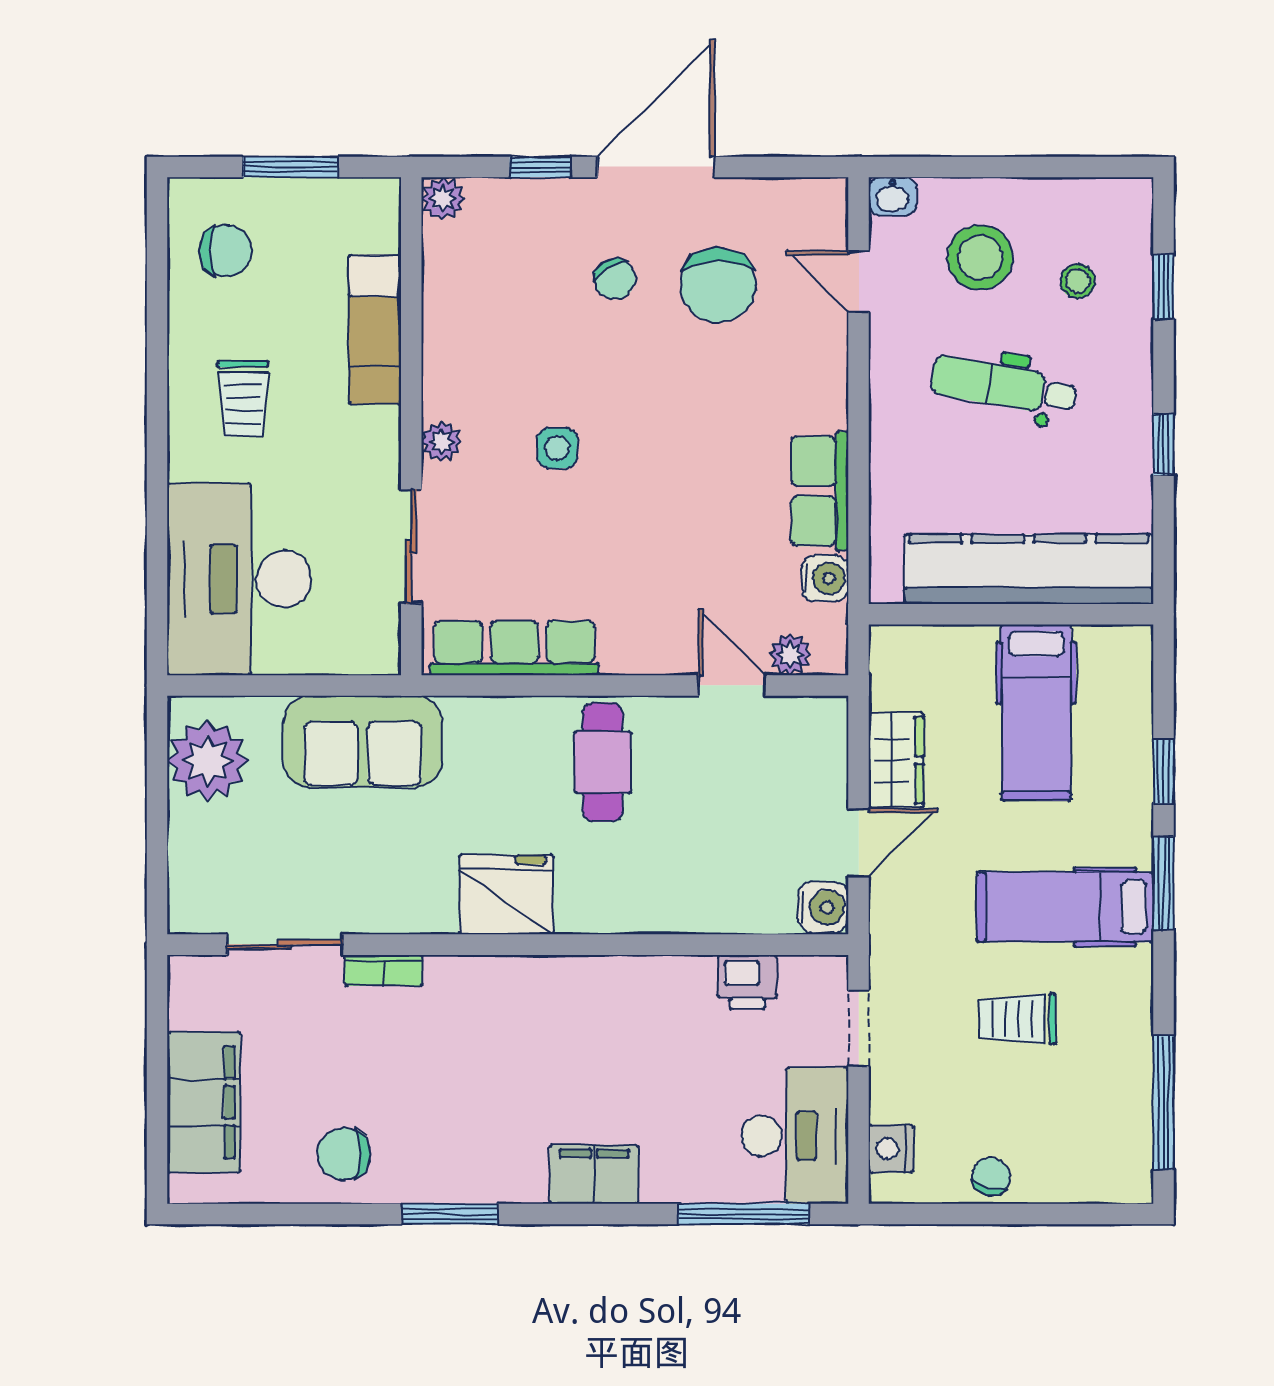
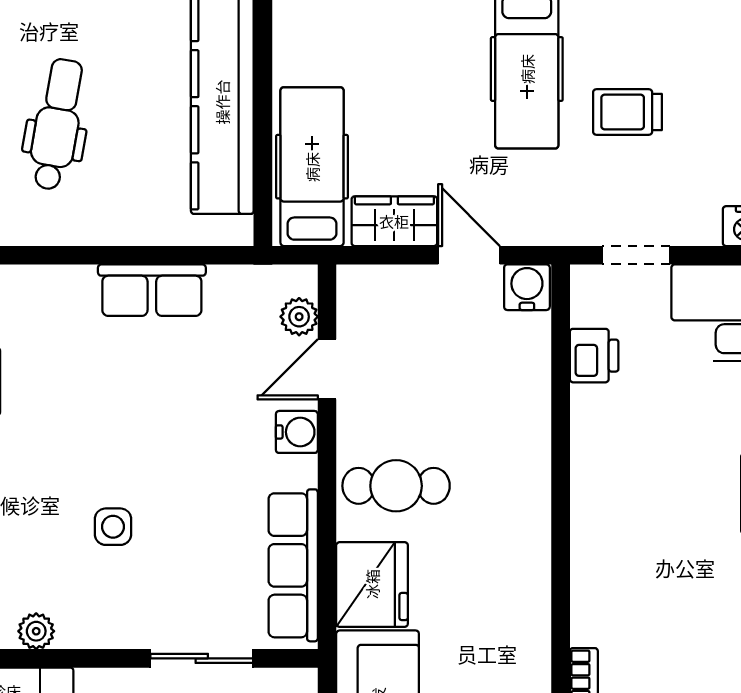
dental chair: (1004, 386) -> (57, 124), turned 180
plant: (441, 442) -> (36, 631), moved
water cooler: (825, 578) -> (297, 432), moved, turned 90
hospital bed: (1036, 713) -> (312, 167), moved, turned -90
fridge: (506, 895) -> (372, 584), moved, turned 180
trolley: (1017, 1019) -> (627, 112), turned 90

